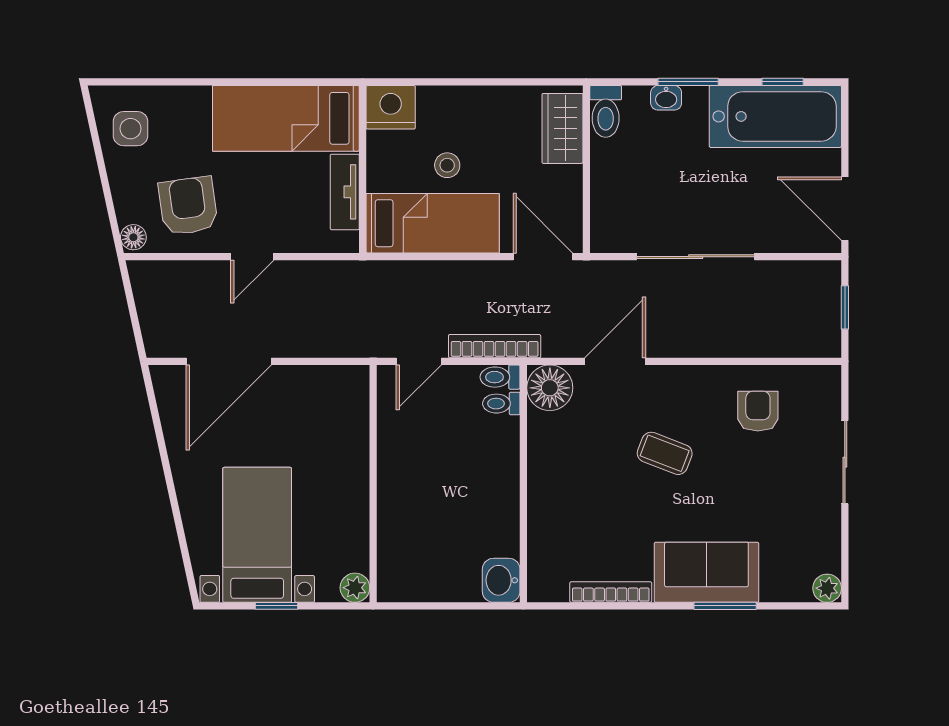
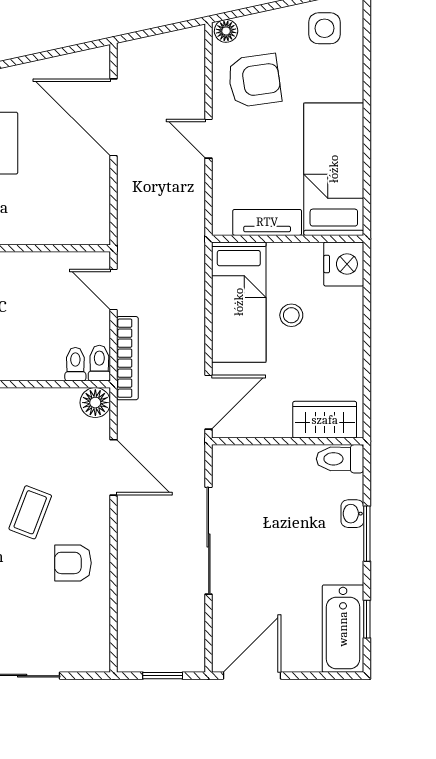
bathtub: (775, 116) -> (343, 629), width x0.73, depth x0.73
floor lamp: (550, 388) -> (95, 403), width x0.73, depth x0.73
armchair: (758, 411) -> (73, 563), moved, turned 180

